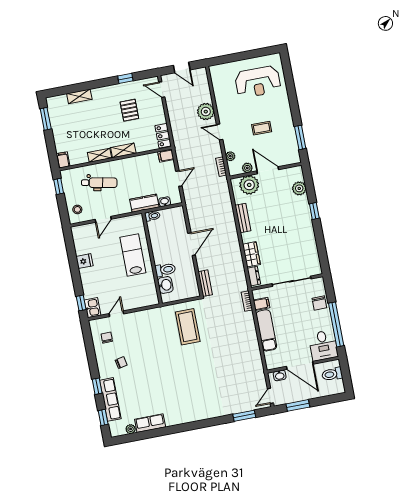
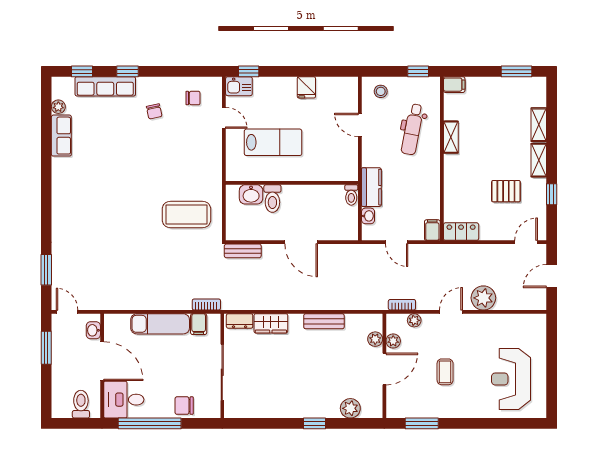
shelving: (123, 150) -> (539, 160), moved
plant: (249, 185) -> (375, 339), width x0.53, depth x0.53
lab bench: (133, 255) -> (273, 142), moved
door: (300, 365) -> (102, 361), swing flipped

